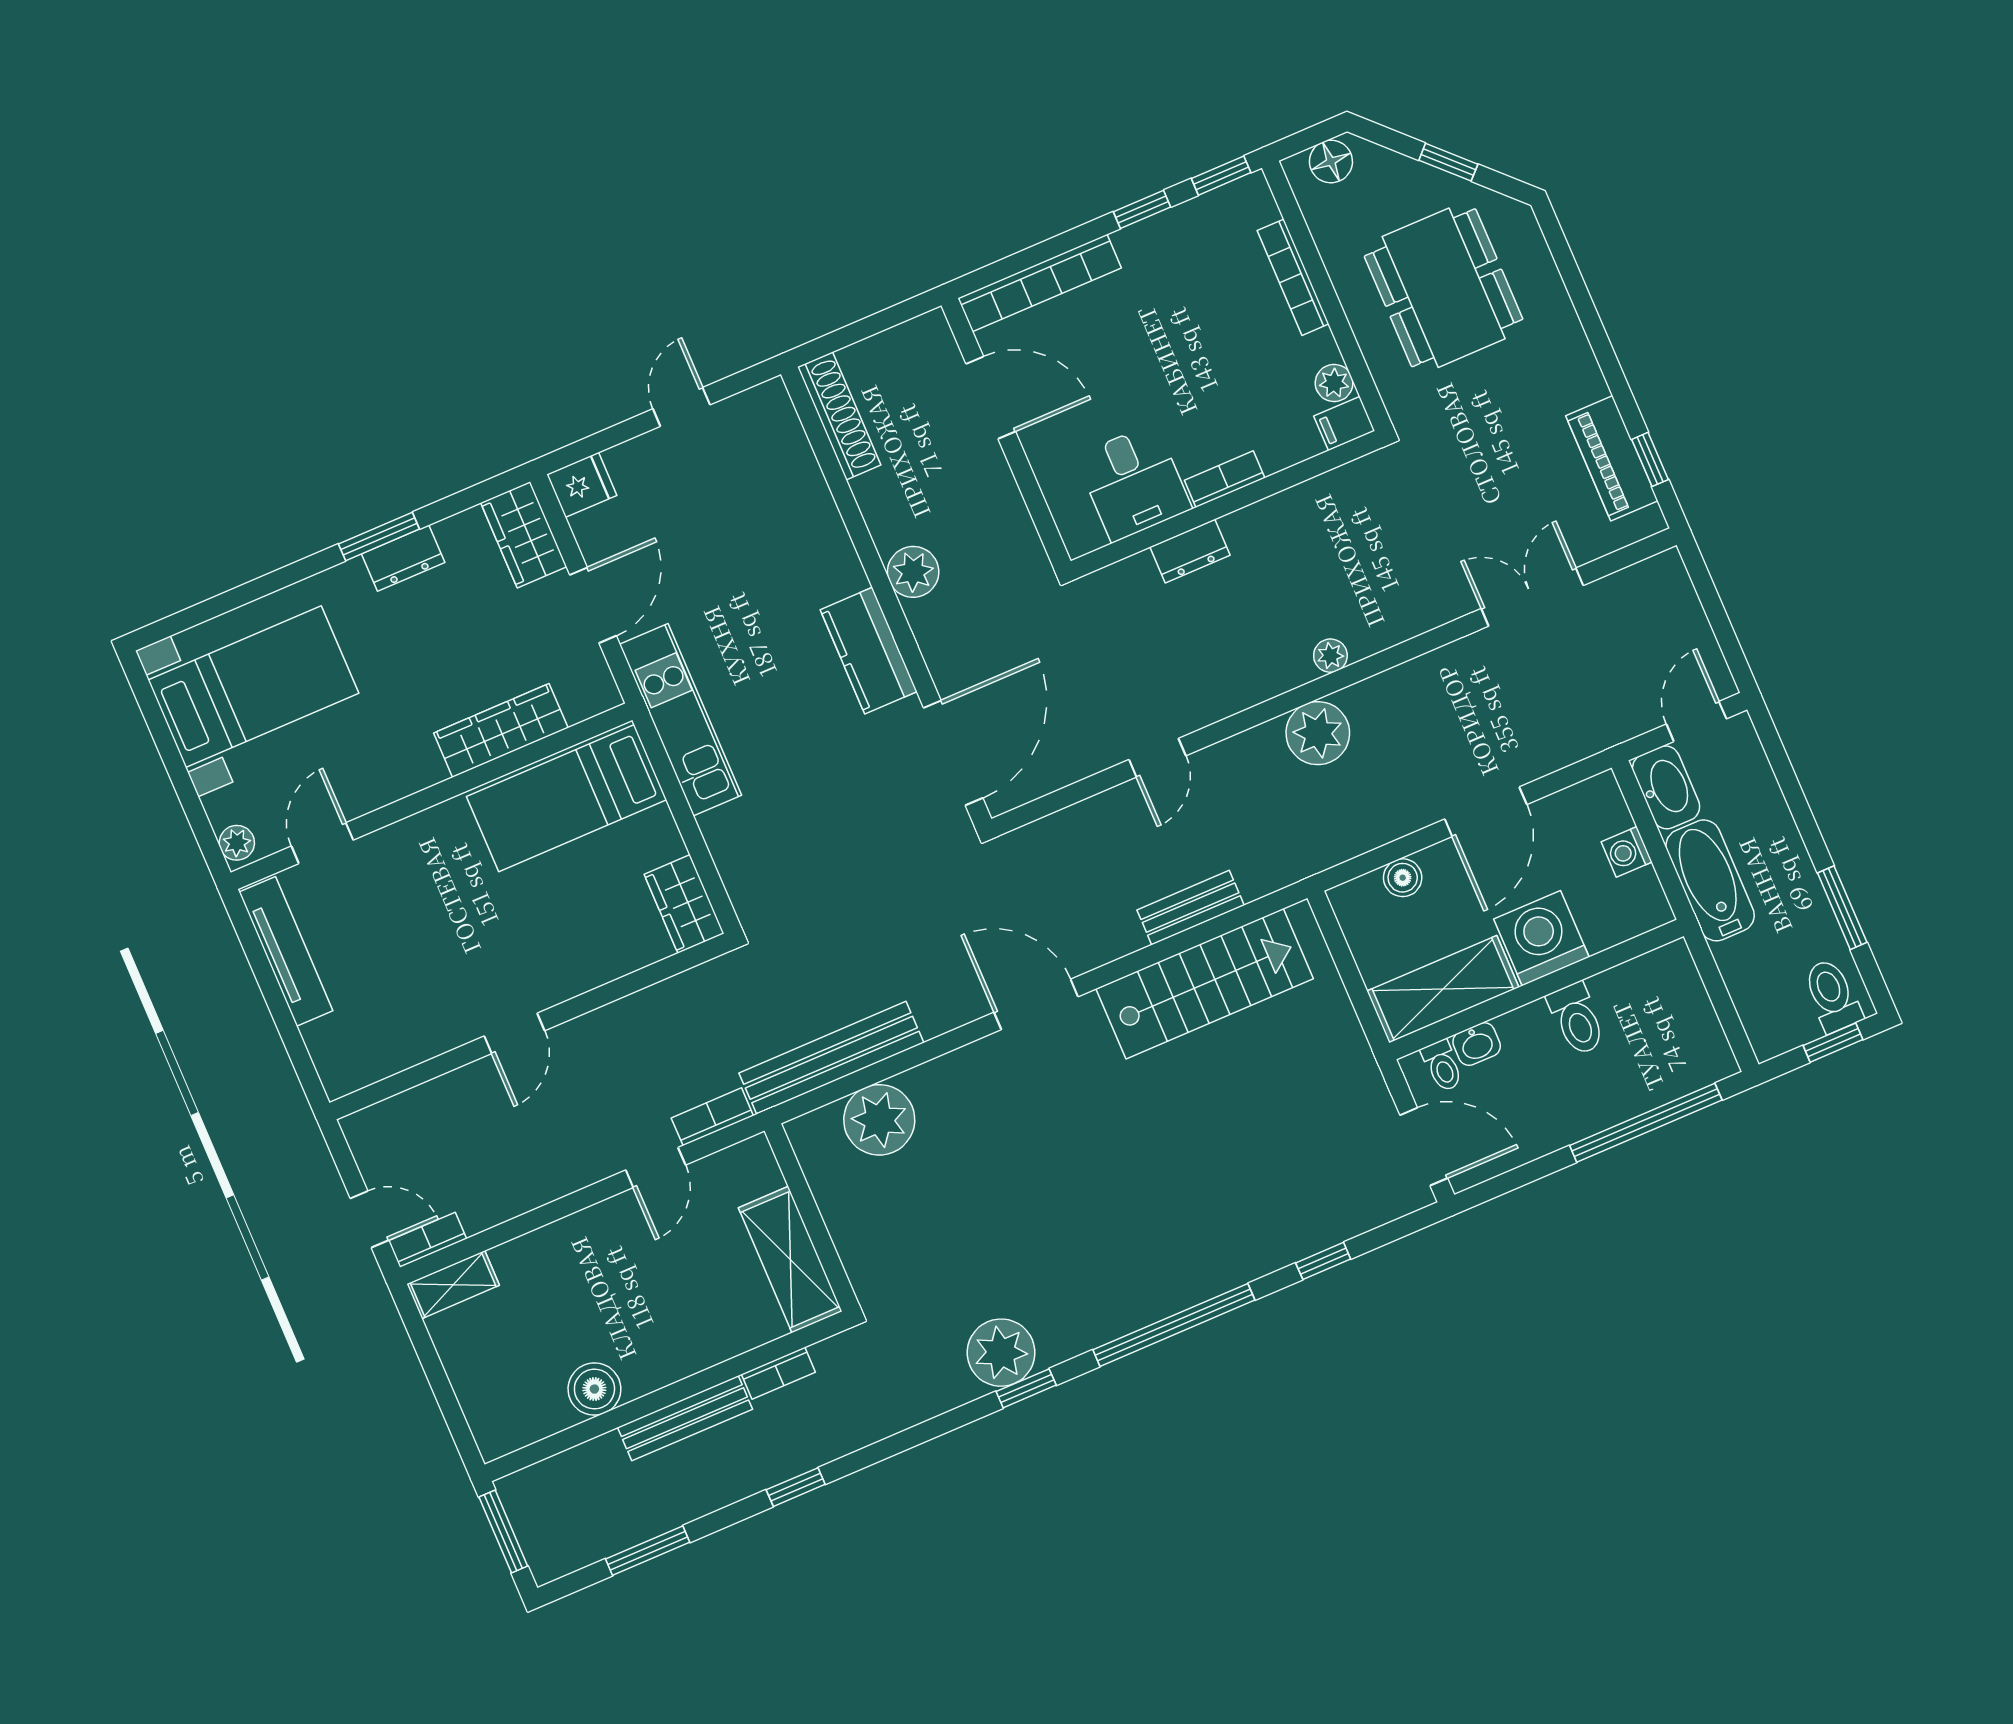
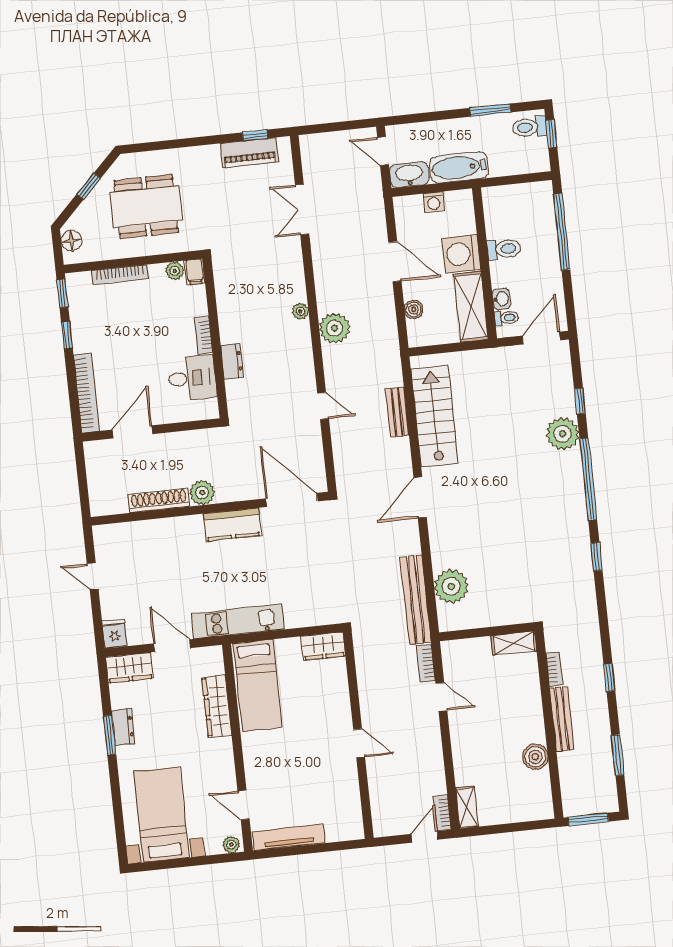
shoe rack: (839, 416) -> (159, 500), moved
shelving: (790, 1260) -> (514, 643), width x0.67, depth x0.75
plant: (1001, 1353) -> (563, 434), moved

